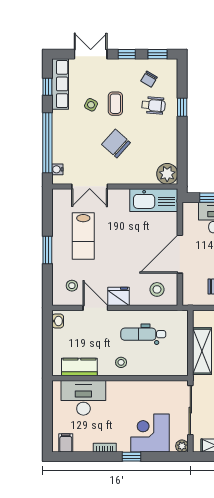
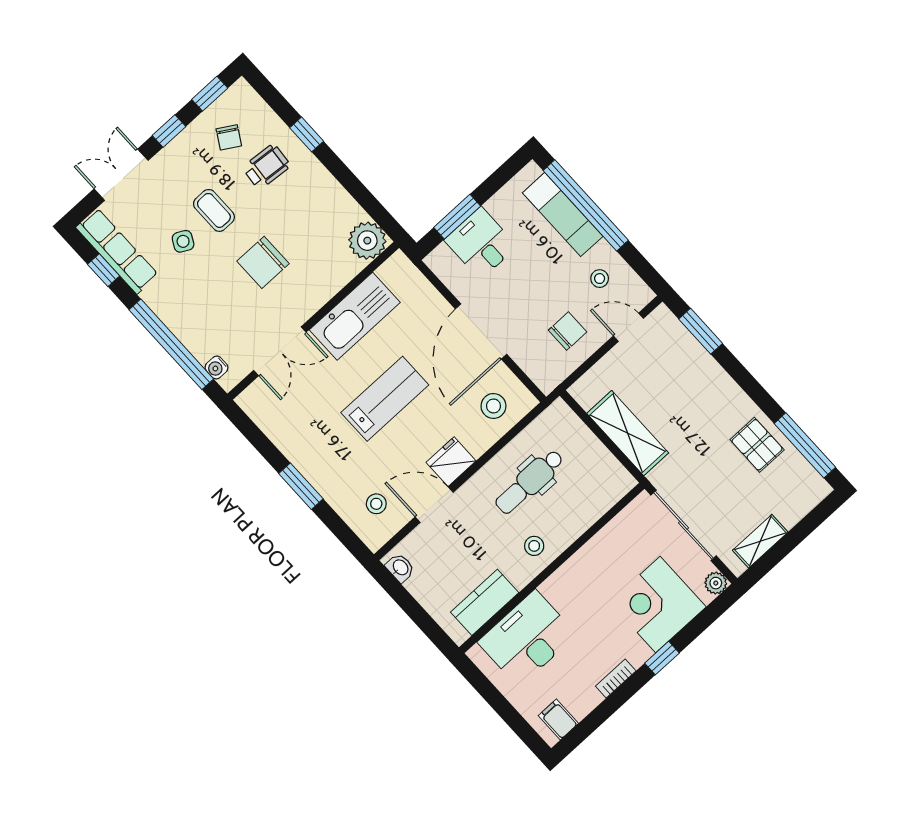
chair: (116, 144) -> (263, 262), turned -42
kitchen sink: (154, 200) -> (355, 316), moved
lab bench: (83, 236) -> (385, 399), moved, turned -90

